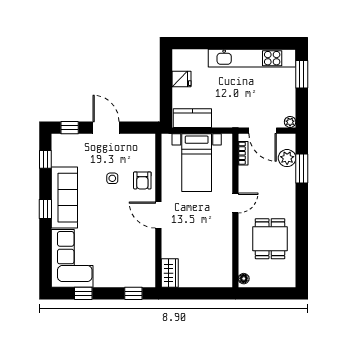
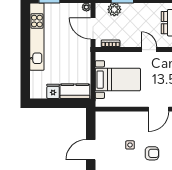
kitchen counter: (192, 118) -> (75, 91), moved, turned 90
door: (263, 131) -> (93, 28), swing flipped
armchair: (142, 180) -> (152, 153), moved

